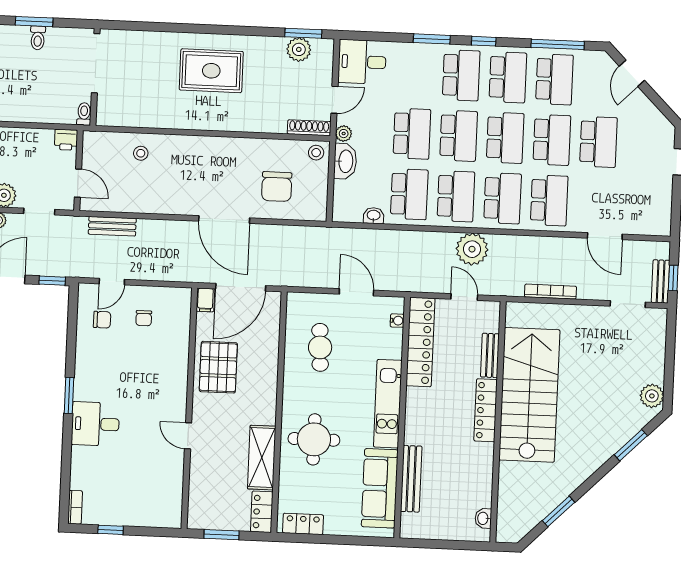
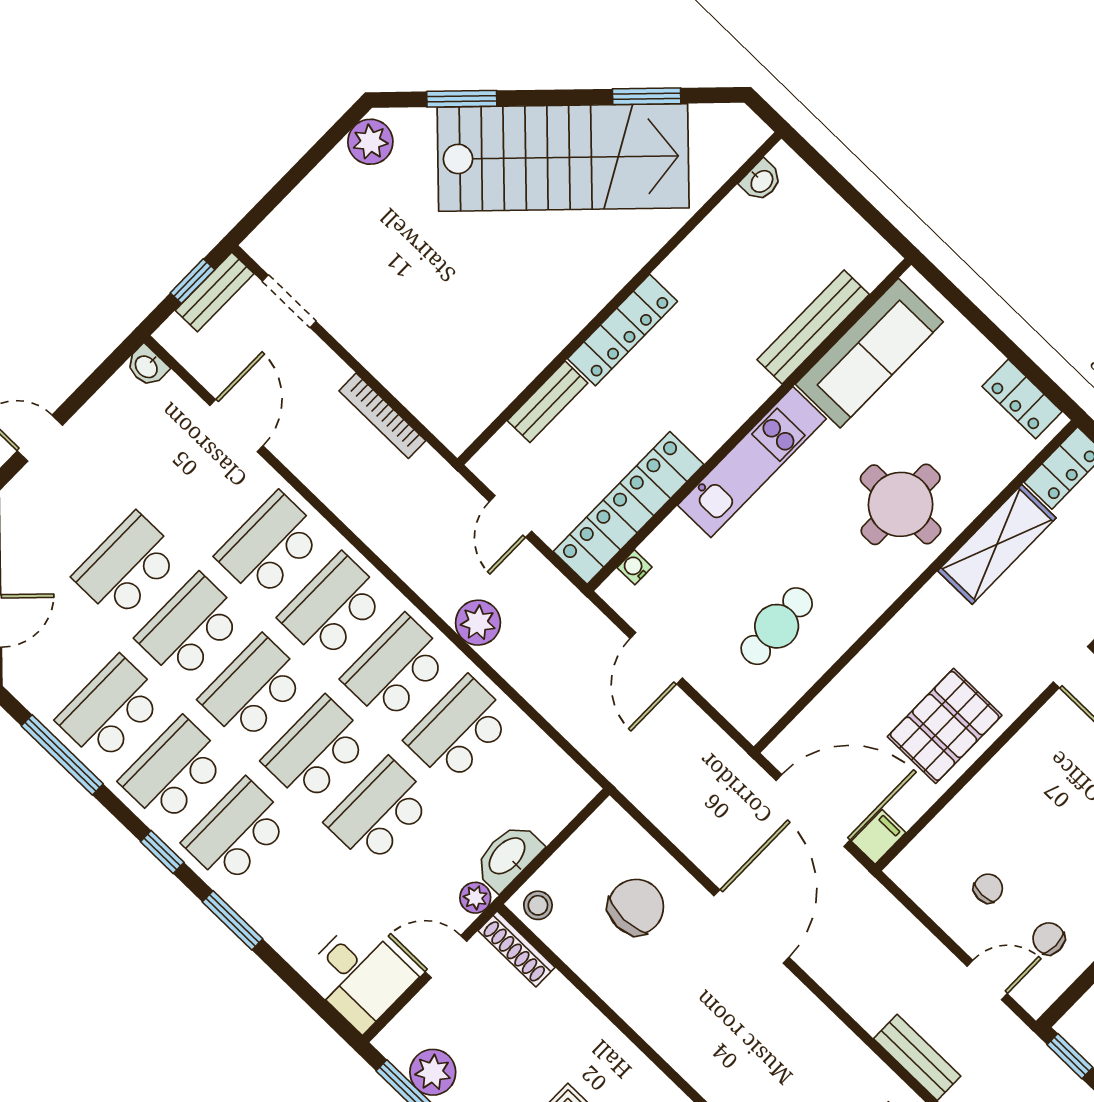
washbasin: (374, 216) -> (147, 366), moved
plant: (472, 249) -> (478, 623), moved, width x0.73, depth x0.73
stairs: (529, 395) -> (563, 157), moved, turned -135

